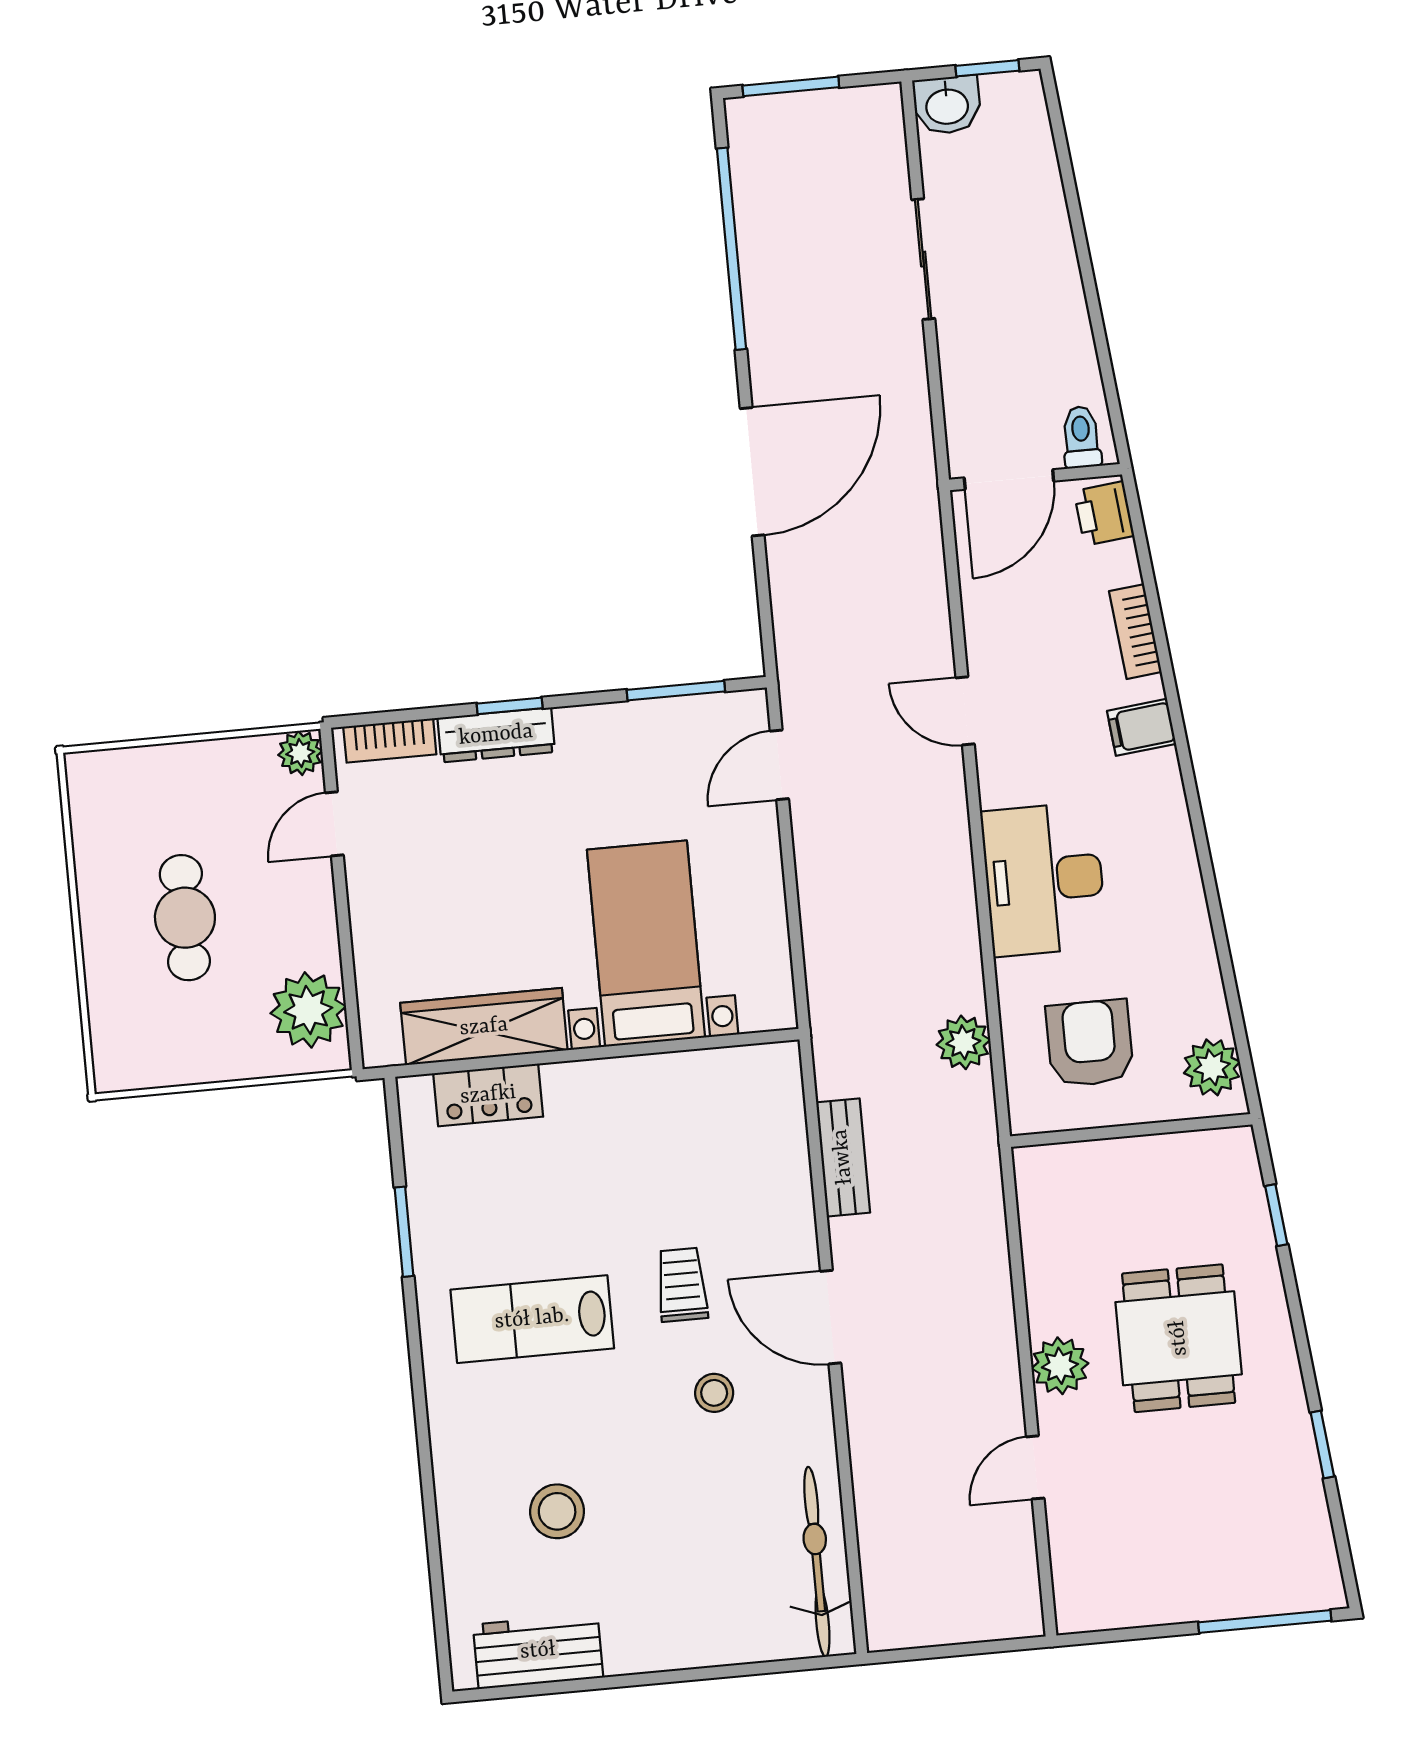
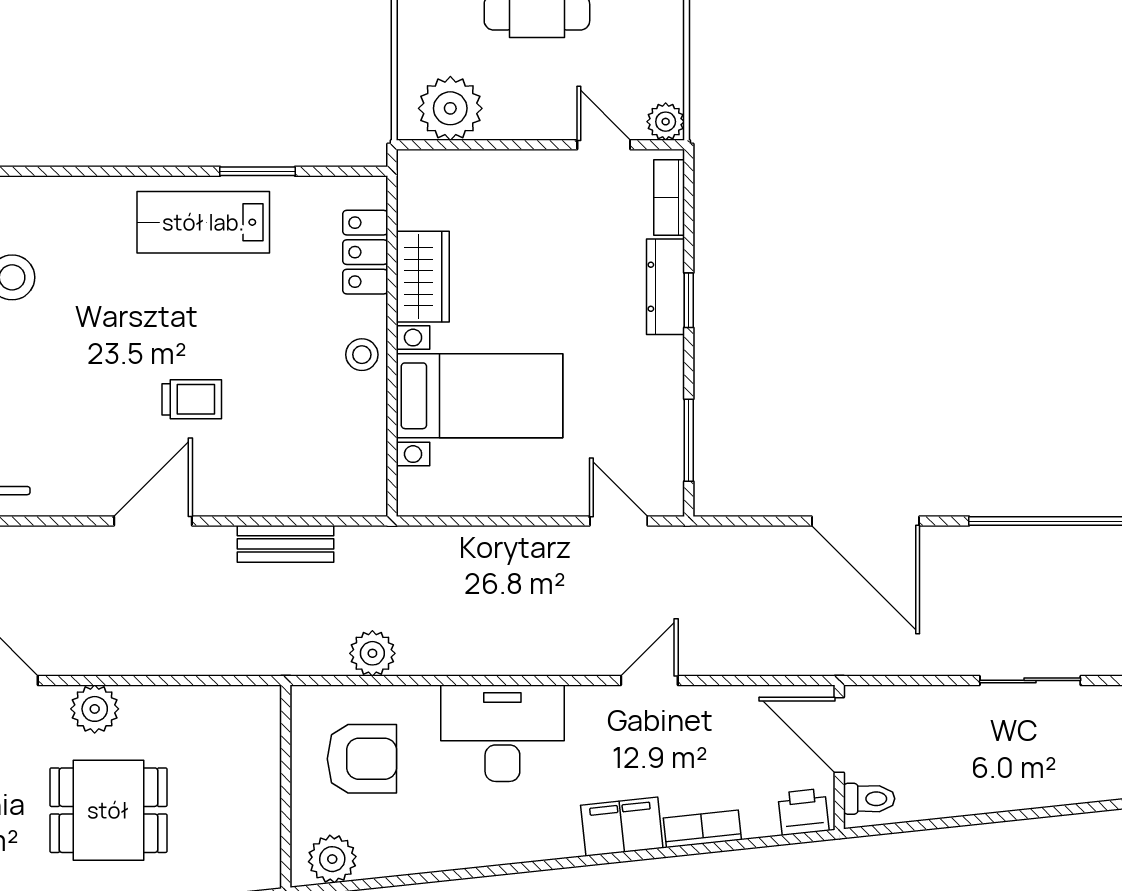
filing cabinet: (1142, 727) -> (622, 827), width x2.00
wardrobe: (484, 1027) -> (423, 277), width x0.67
lab bench: (532, 1319) -> (203, 222), moved, turned -90
stool: (714, 1393) -> (362, 355), moved

